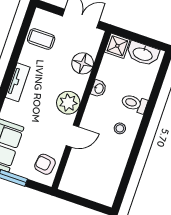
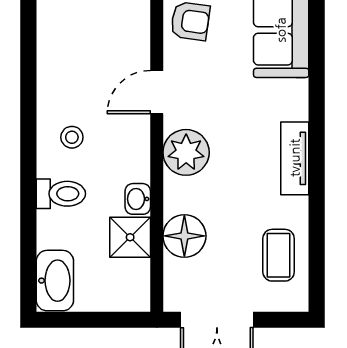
coffee table: (41, 39) -> (279, 255), turned 90
shower: (117, 46) -> (130, 237), moved
washbasin: (143, 54) -> (55, 281), moved, turned 90

